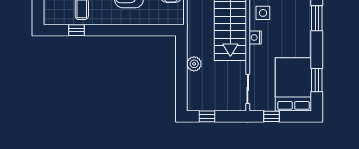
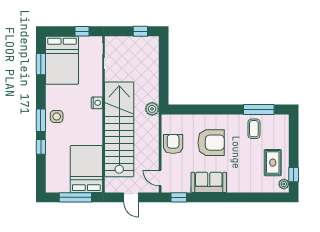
side table: (263, 13) -> (57, 116), moved
window: (76, 30) -> (259, 110), width x2.17
plant: (194, 64) -> (152, 109), moved

